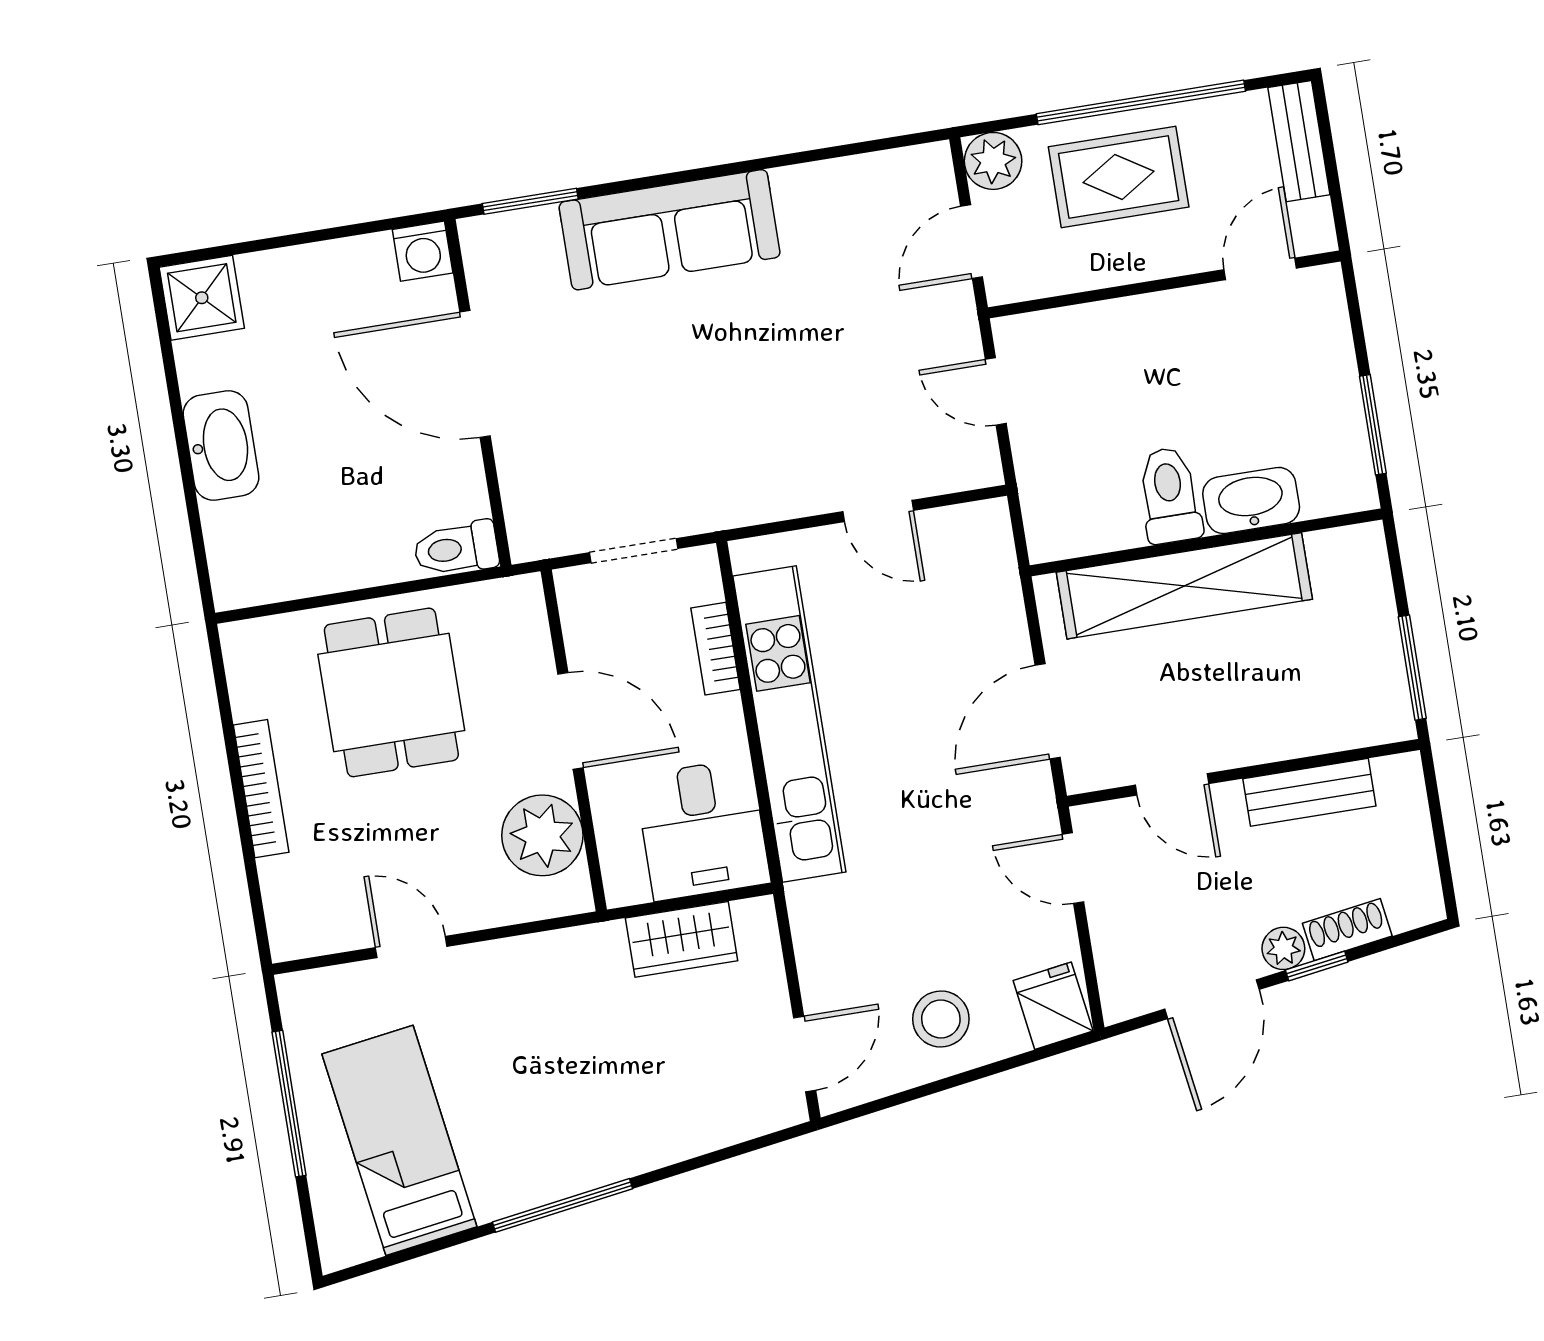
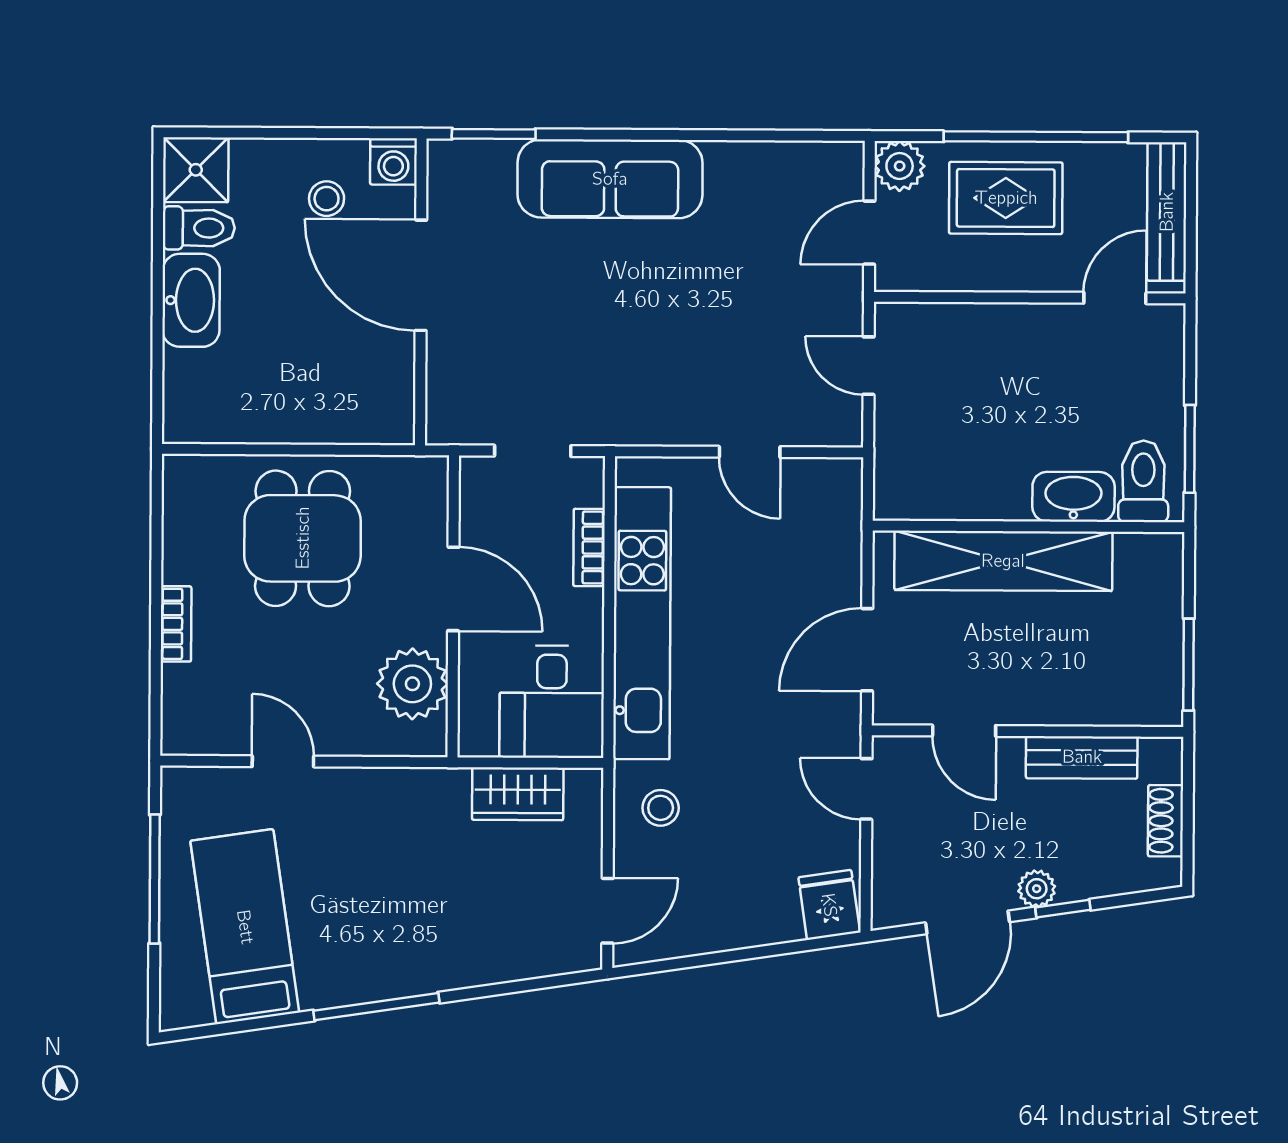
bench: (1299, 141) -> (1167, 212), width x1.36
stool: (354, 306) -> (327, 199), added
toilet: (1170, 495) -> (1143, 481), moved
toilet: (456, 549) -> (199, 228), moved, turned 180
bookcase: (261, 789) -> (176, 624), width x0.64
shoe rack: (1347, 930) -> (1166, 821), moved, turned -82
stool: (941, 1019) -> (661, 808), moved, width x0.73, depth x0.73

